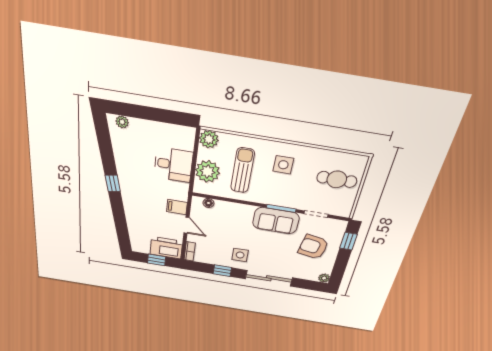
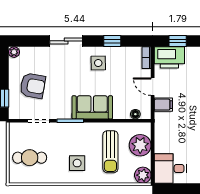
desk: (173, 165) -> (170, 168), moved
sofa: (276, 221) -> (92, 107), moved
sliding door: (269, 278) -> (66, 41), width x0.73

